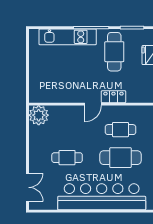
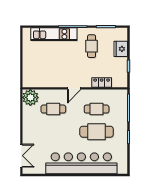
cafe table: (114, 52) -> (92, 46), width x0.73, depth x0.74
locker: (113, 97) -> (102, 83), moved
cafe table: (67, 158) -> (53, 109), moved

